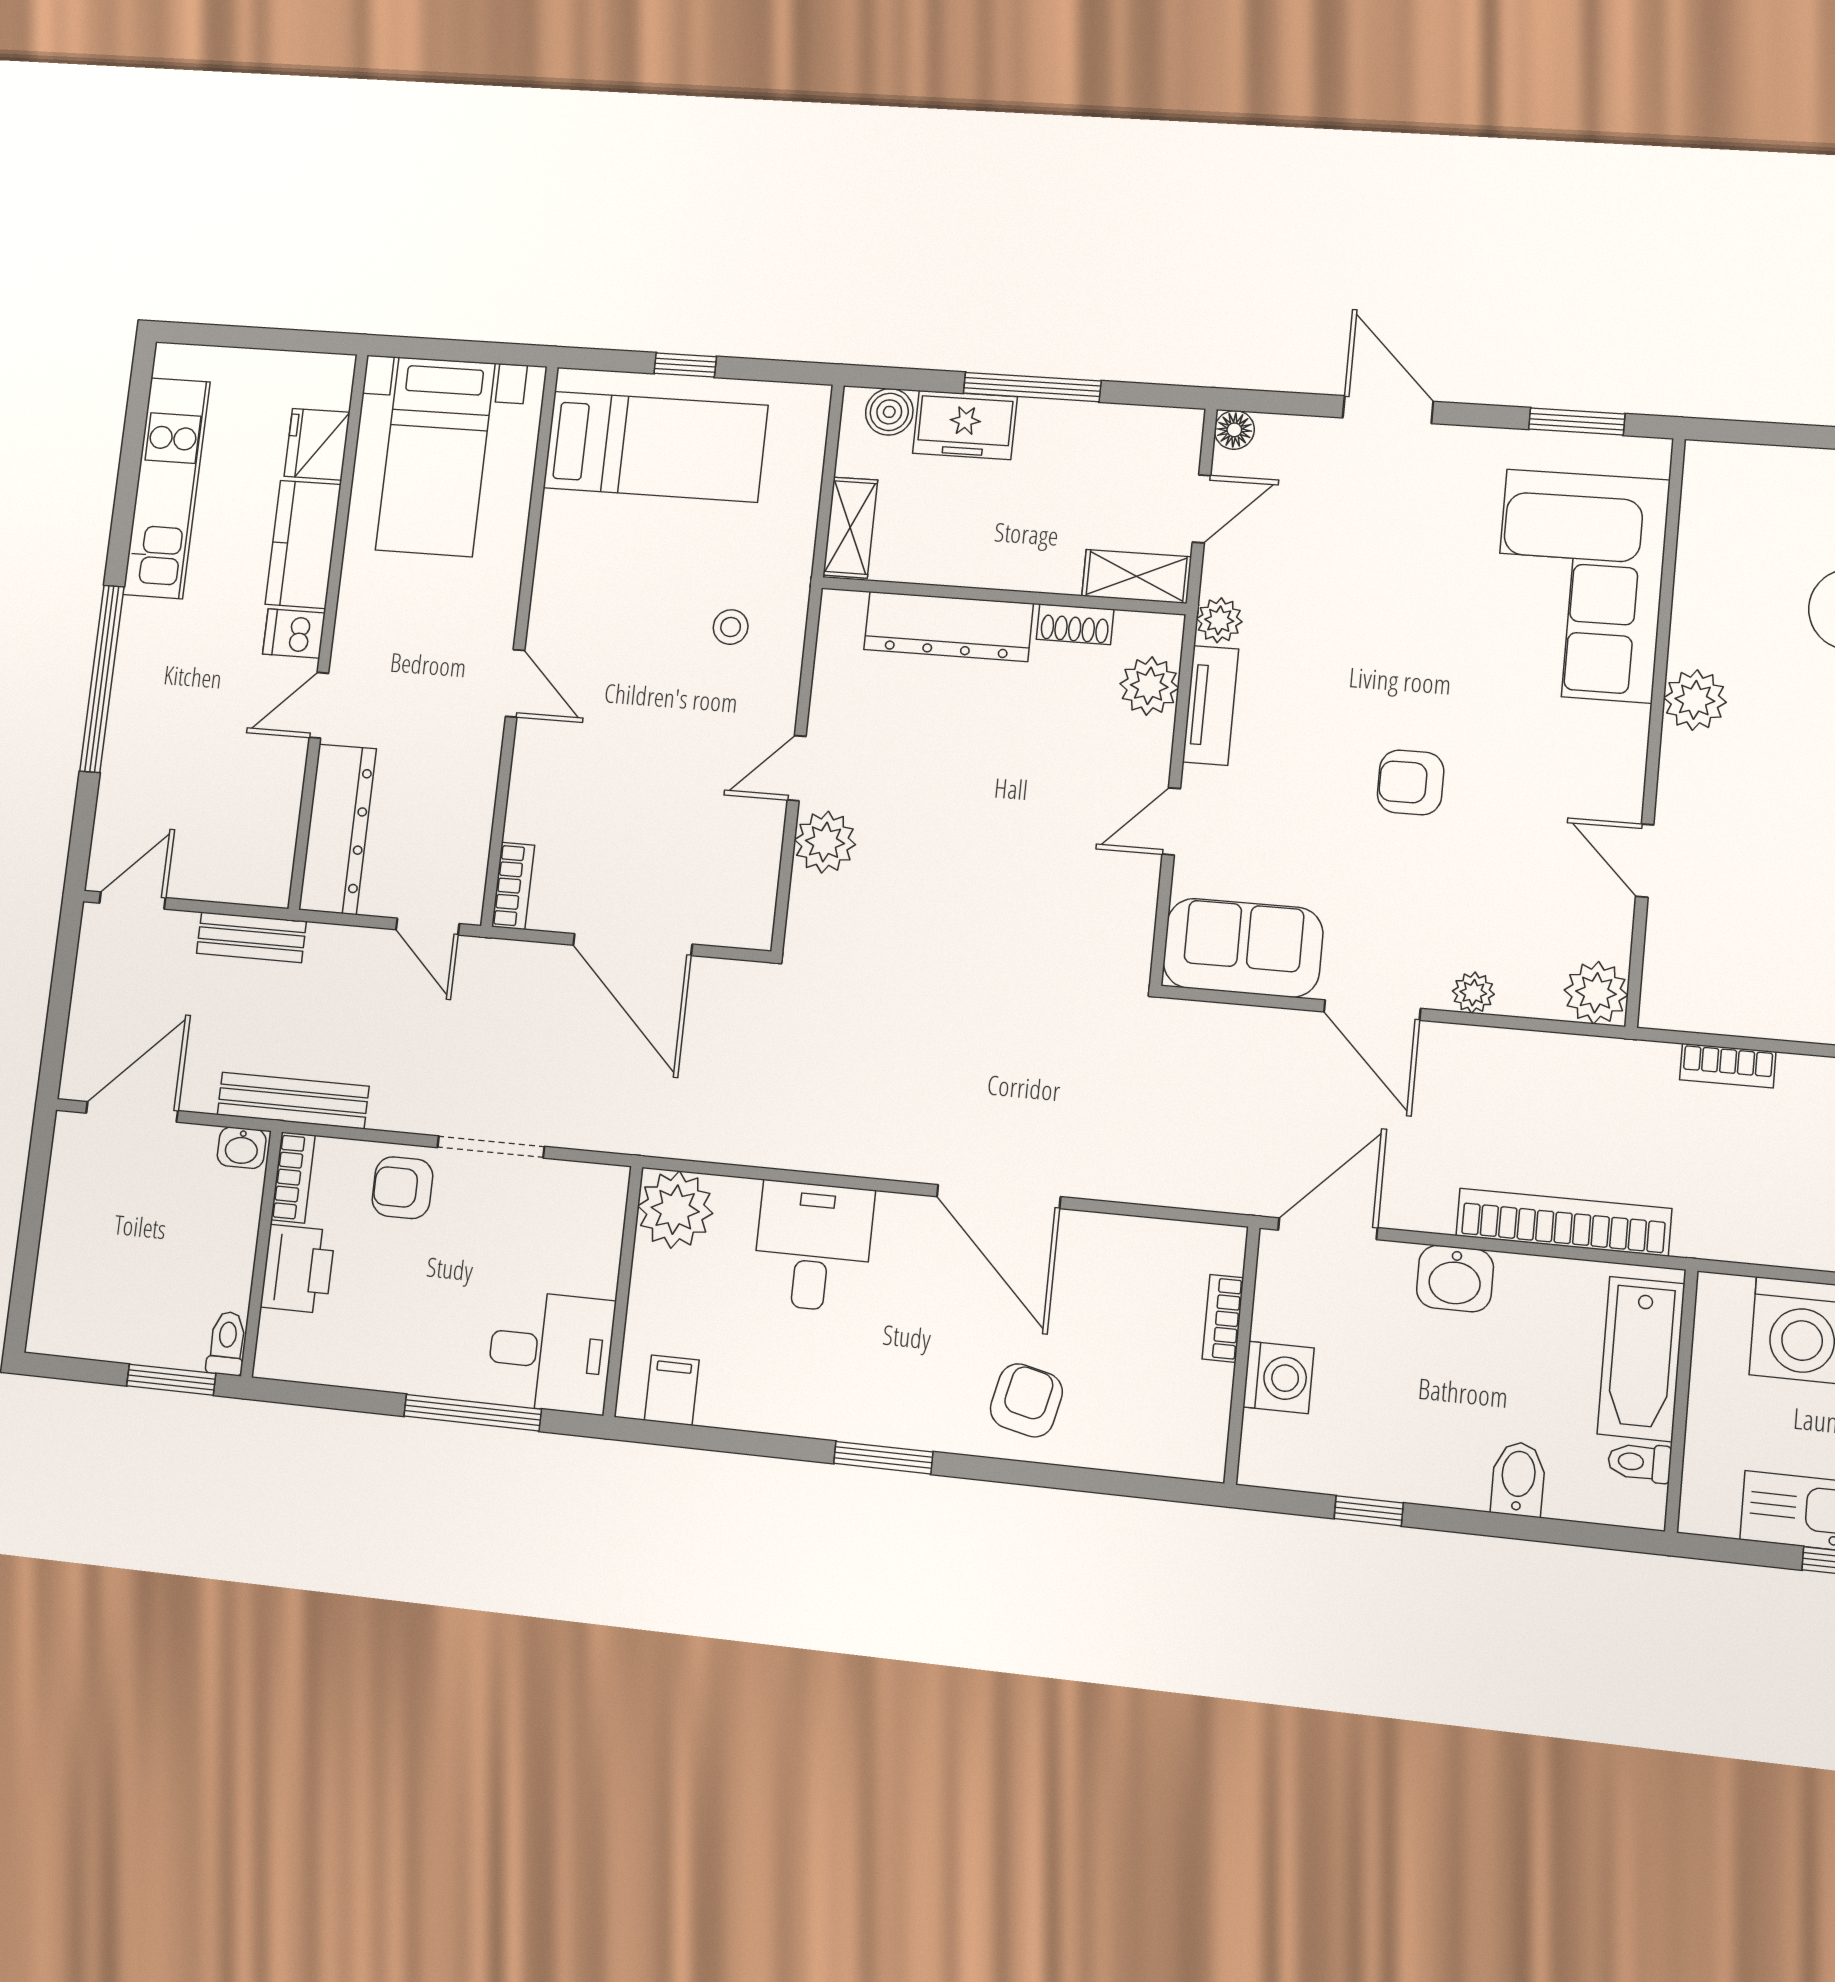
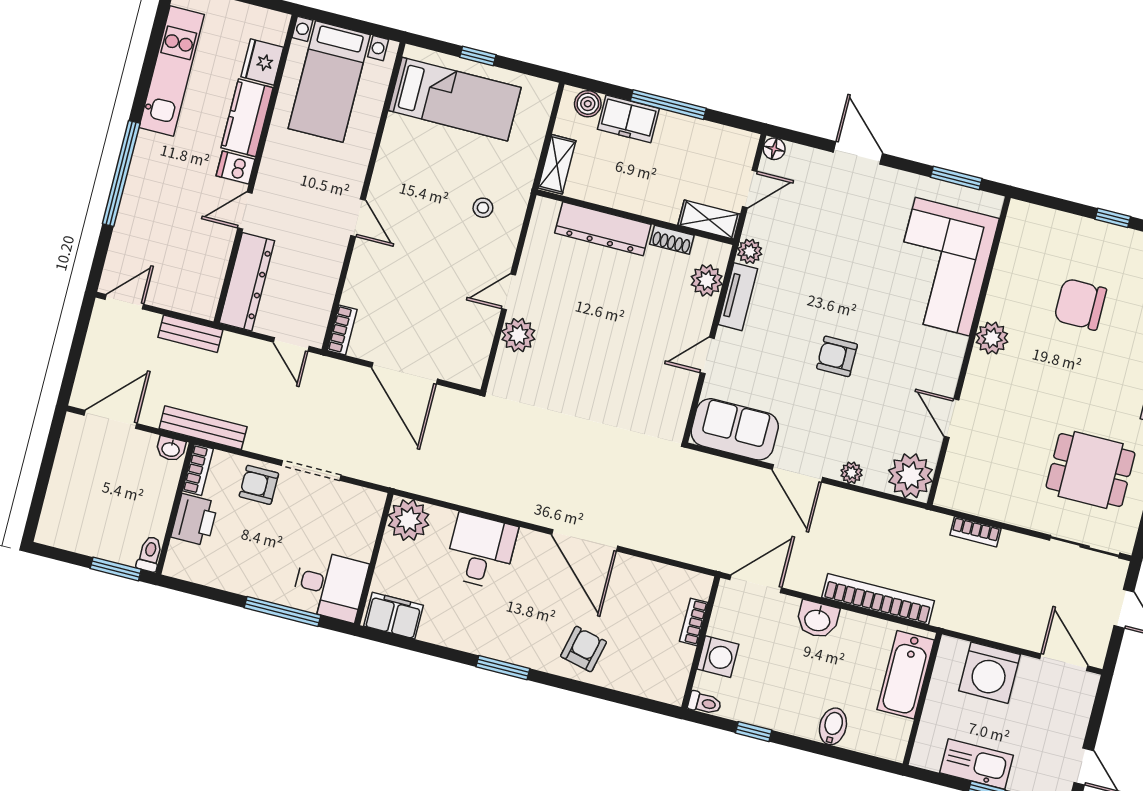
plant: (1596, 993) -> (910, 476), width x1.36, depth x1.36
filing cabinet: (672, 1390) -> (394, 616), width x2.00
toilet: (1639, 1462) -> (705, 703), moved, turned 180

